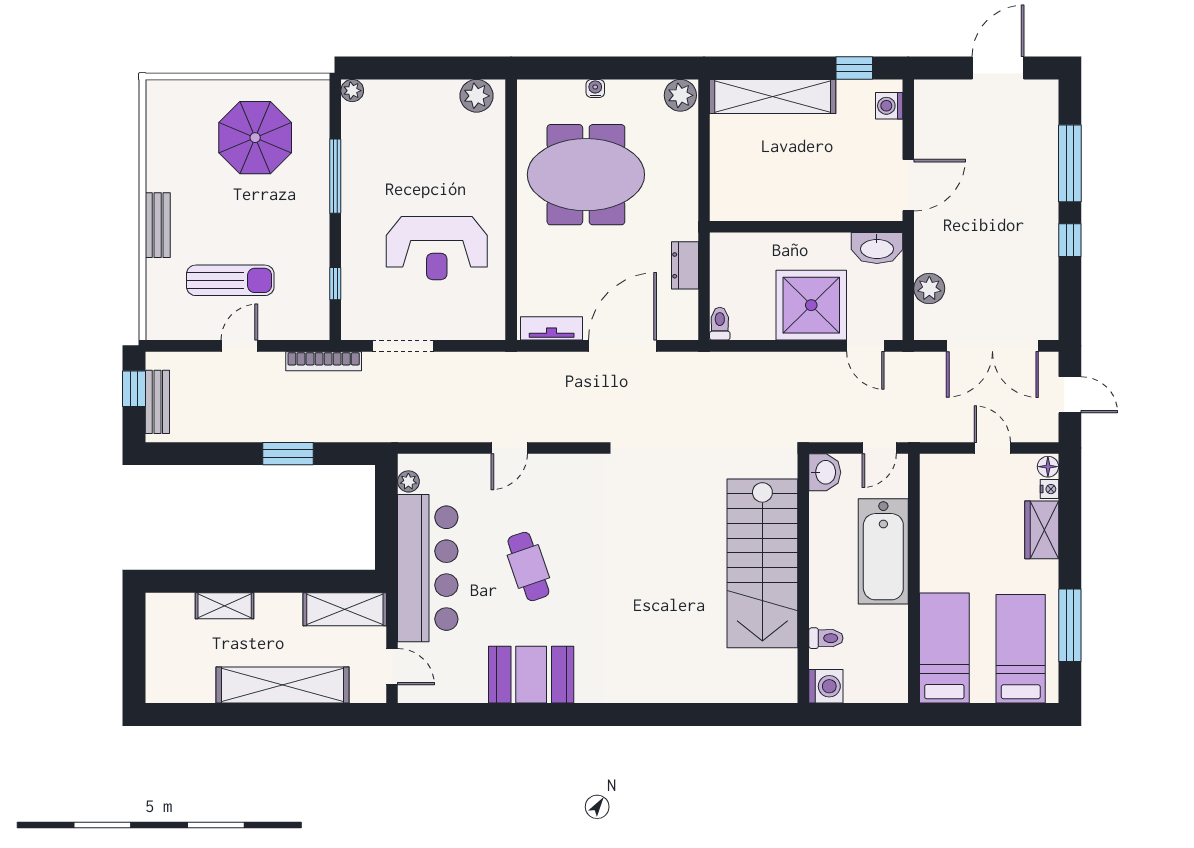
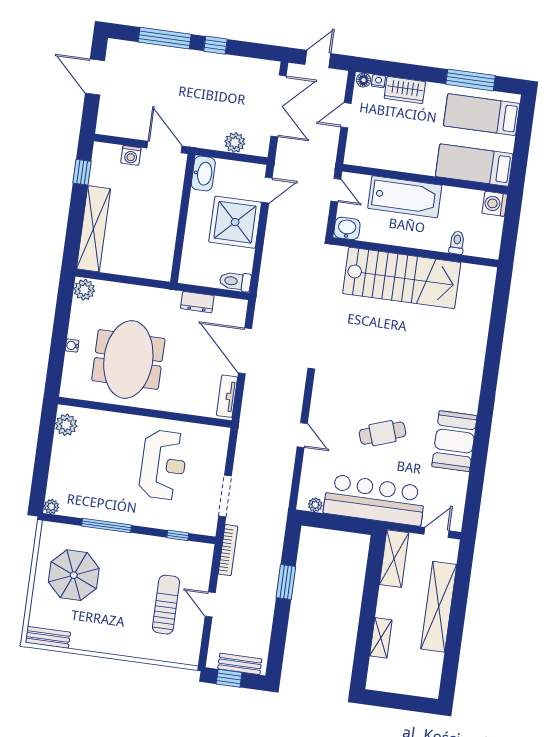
washing machine: (889, 106) -> (131, 155), moved
bench: (158, 225) -> (48, 637), moved
toilet: (720, 324) -> (235, 281), width x1.37, depth x1.39
washing machine: (826, 686) -> (495, 204), moved, turned -90

